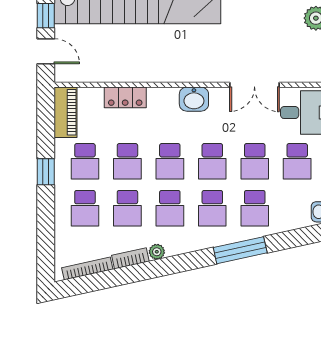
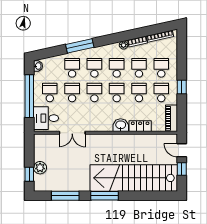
double door: (254, 85) -> (72, 133), swing flipped
washbasin: (194, 99) -> (121, 125), moved

